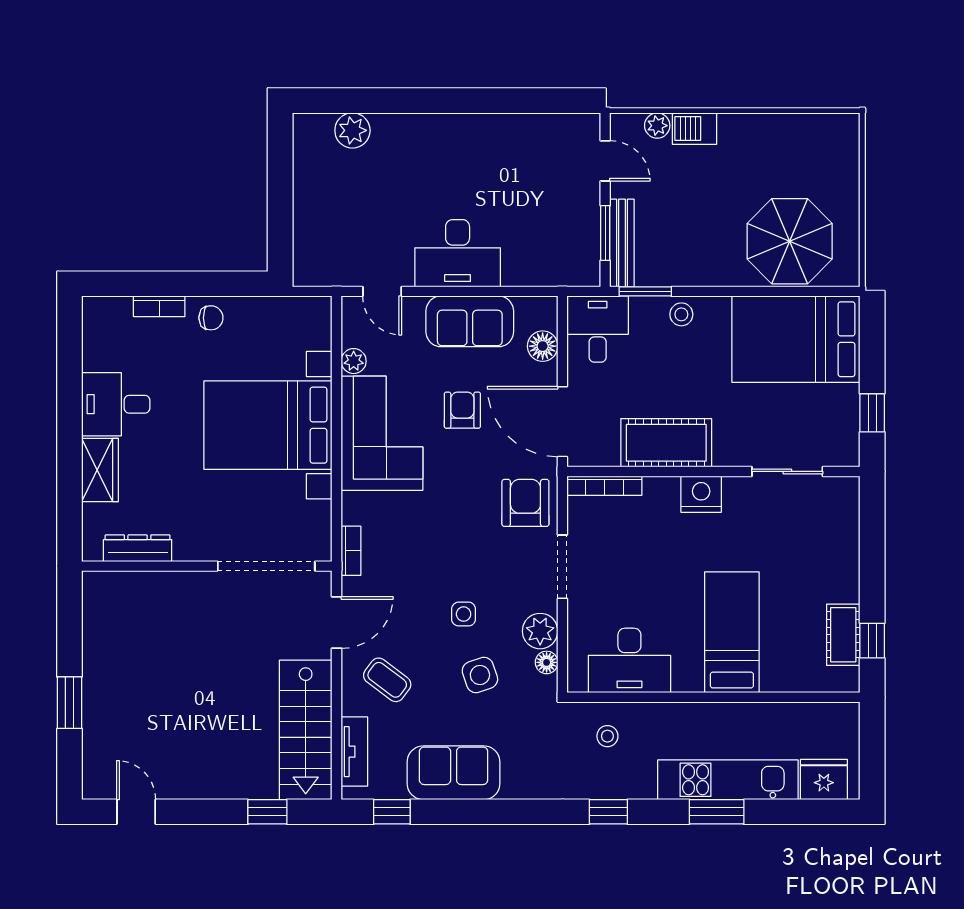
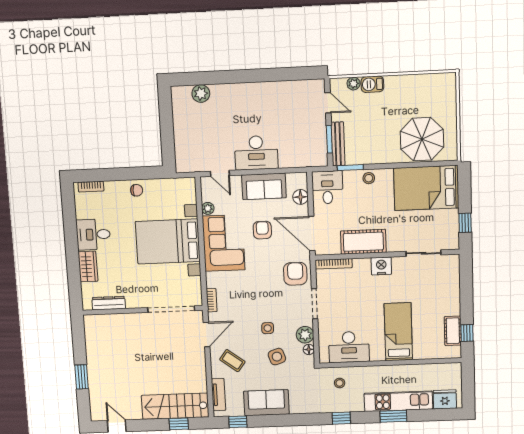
bookcase: (159, 306) -> (91, 187), moved
stairs: (306, 730) -> (175, 406), moved, turned 90

